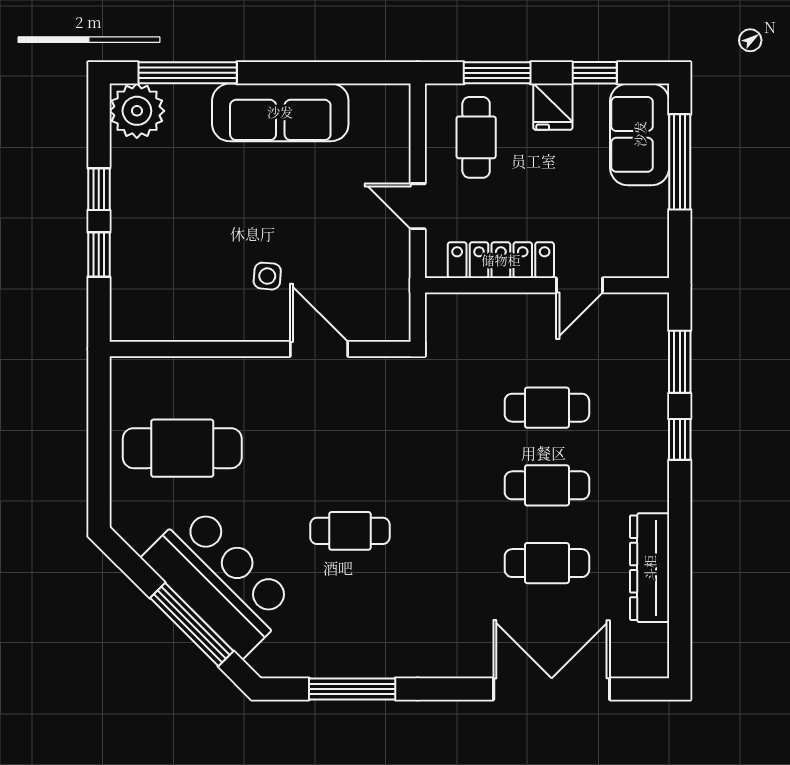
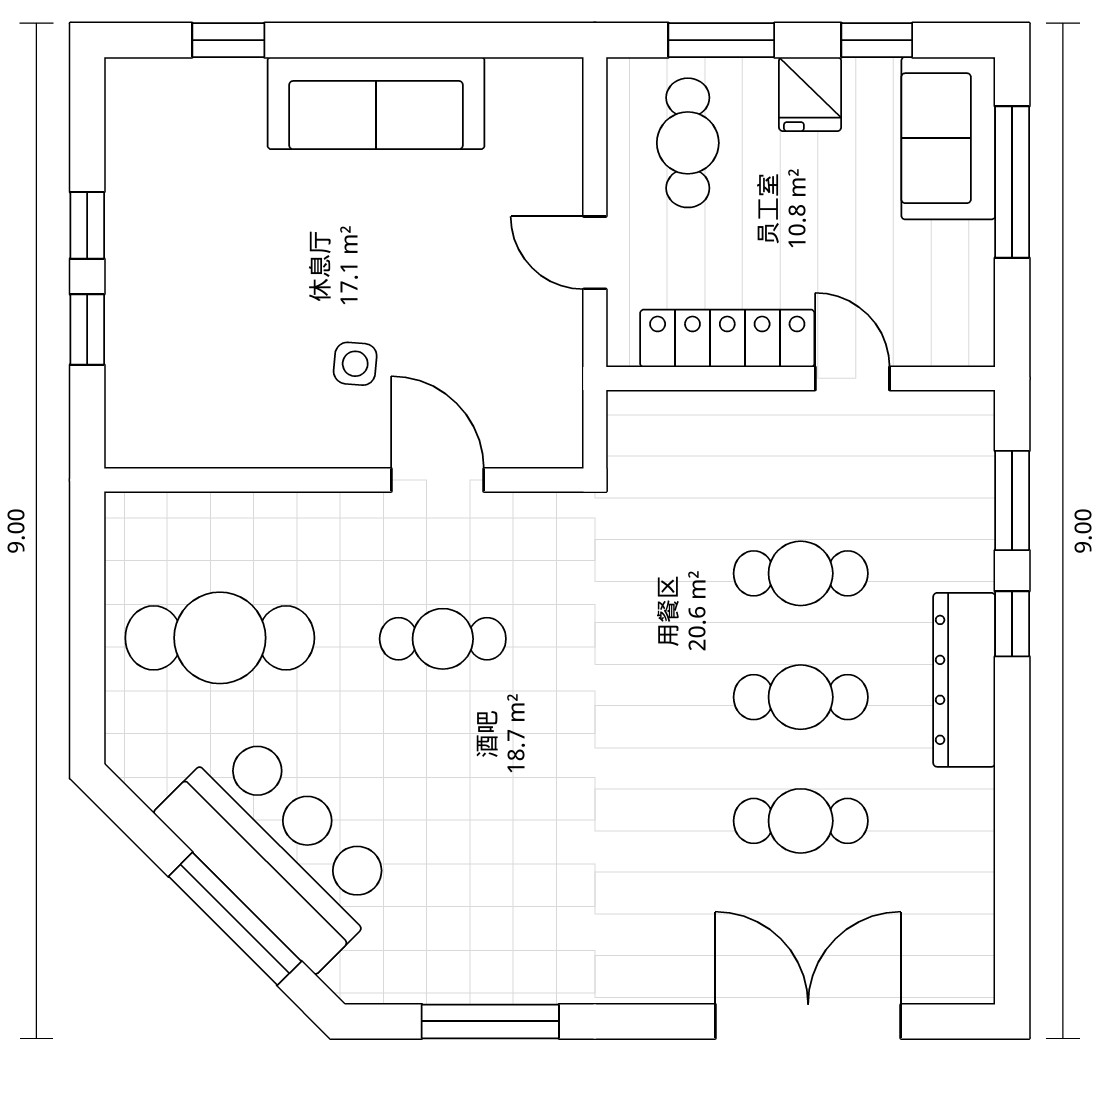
window: (188, 73) -> (228, 40), width x0.46
plant: (137, 111) -> (148, 101), removed
door: (579, 285) -> (852, 378), swing flipped
cafe table: (350, 531) -> (443, 639), moved
dresser: (650, 568) -> (964, 680), moved

